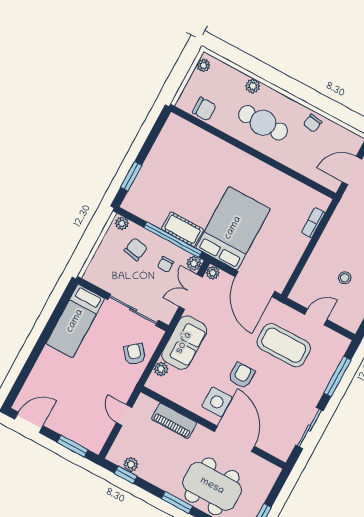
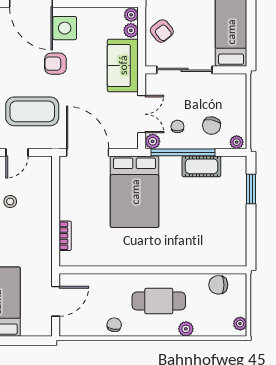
cot: (182, 229) -> (201, 166), moved
plant: (213, 273) -> (131, 15), moved
armchair: (241, 376) -> (55, 64), turned 90

